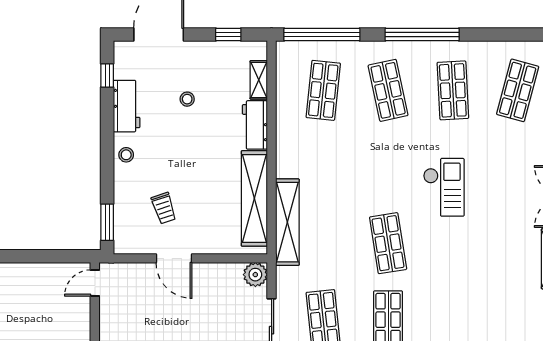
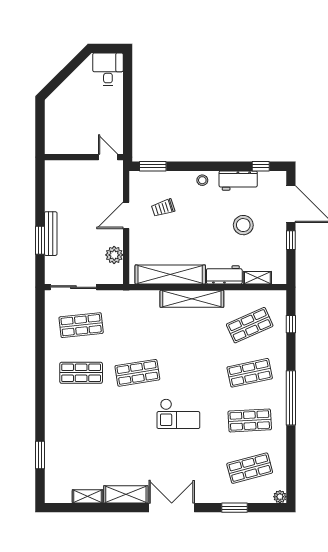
window: (228, 34) -> (291, 240), moved
window: (322, 34) -> (291, 324), width x0.32
shop shelf: (323, 90) -> (250, 325), turned -30
shop shelf: (518, 90) -> (250, 468), turned -30
stool: (187, 99) -> (243, 225), width x1.89, depth x1.89
shelving: (287, 222) -> (192, 299), moved
plant: (255, 275) -> (114, 255), moved

